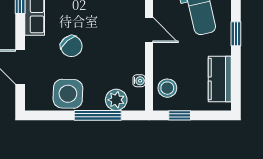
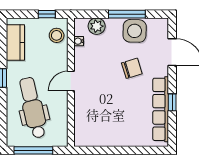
door: (149, 30) -> (71, 81), hinge flipped
chair: (71, 46) -> (132, 68), turned 113
window: (98, 115) -> (127, 14), moved

